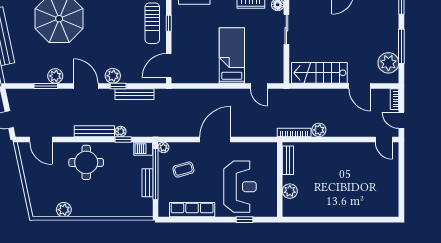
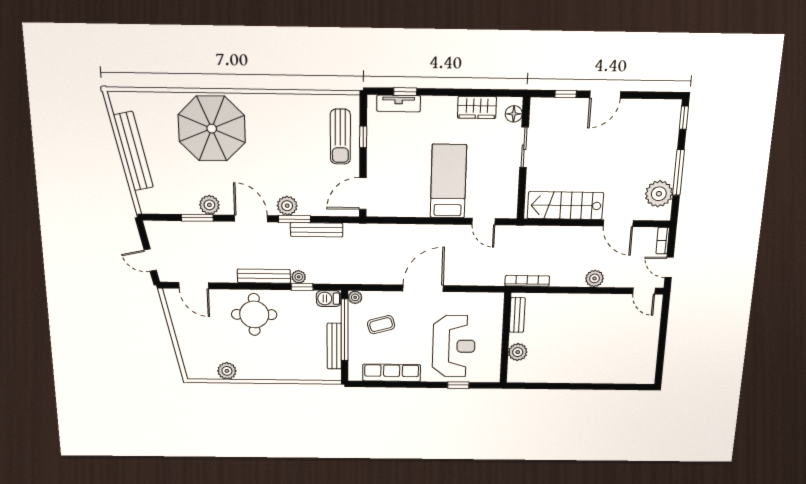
window: (118, 86) -> (295, 219), width x1.50
plant: (319, 130) -> (595, 278), moved
bench: (147, 183) -> (334, 346), width x1.36

